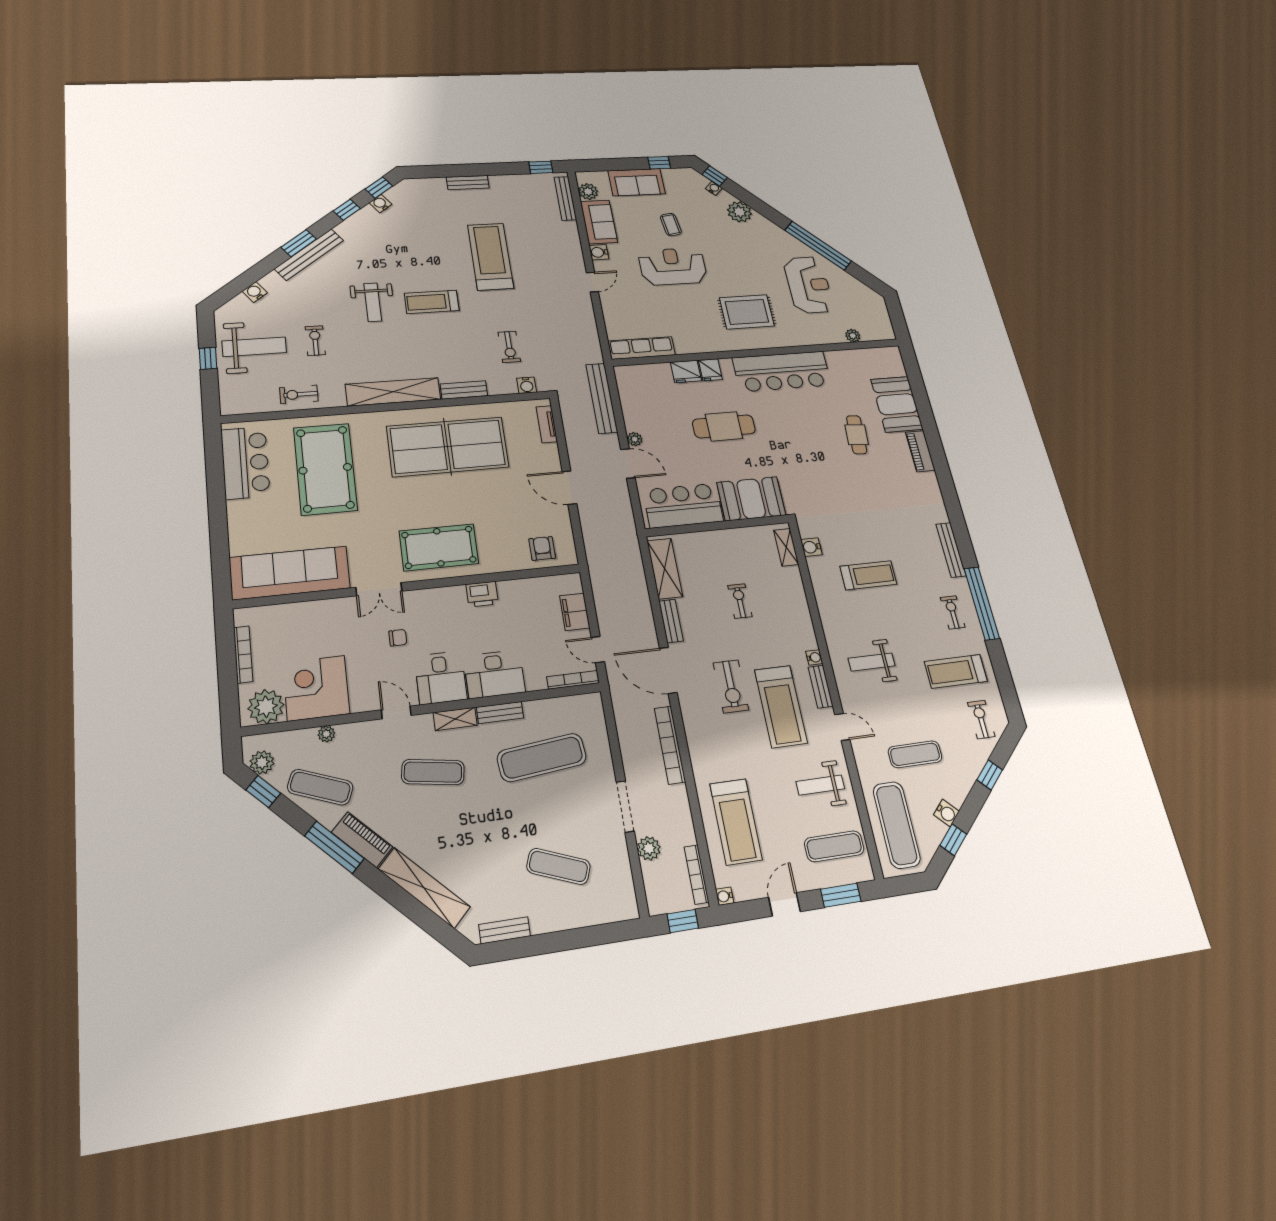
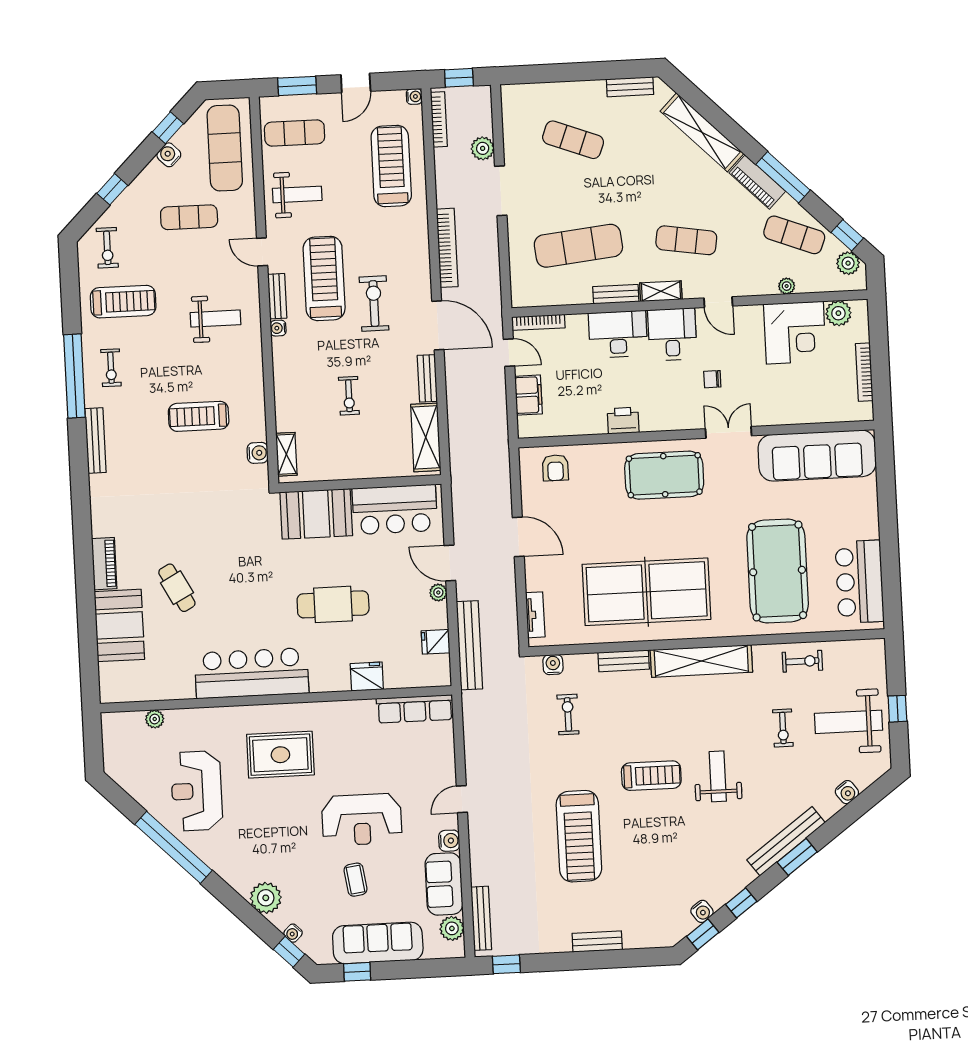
sofa: (637, 182) -> (378, 943), width x1.36
fridge: (710, 370) -> (436, 642), moved, turned -90
cafe table: (857, 435) -> (177, 588), turned -32
plant: (266, 707) -> (838, 313), width x0.73, depth x0.73

